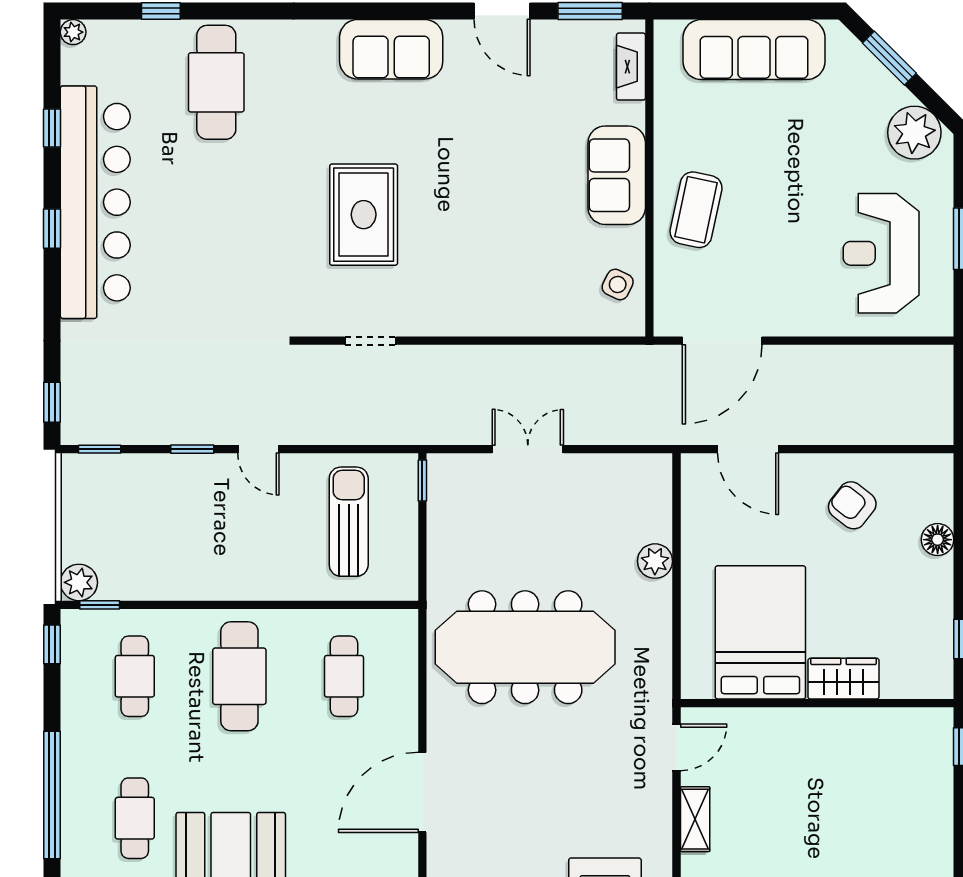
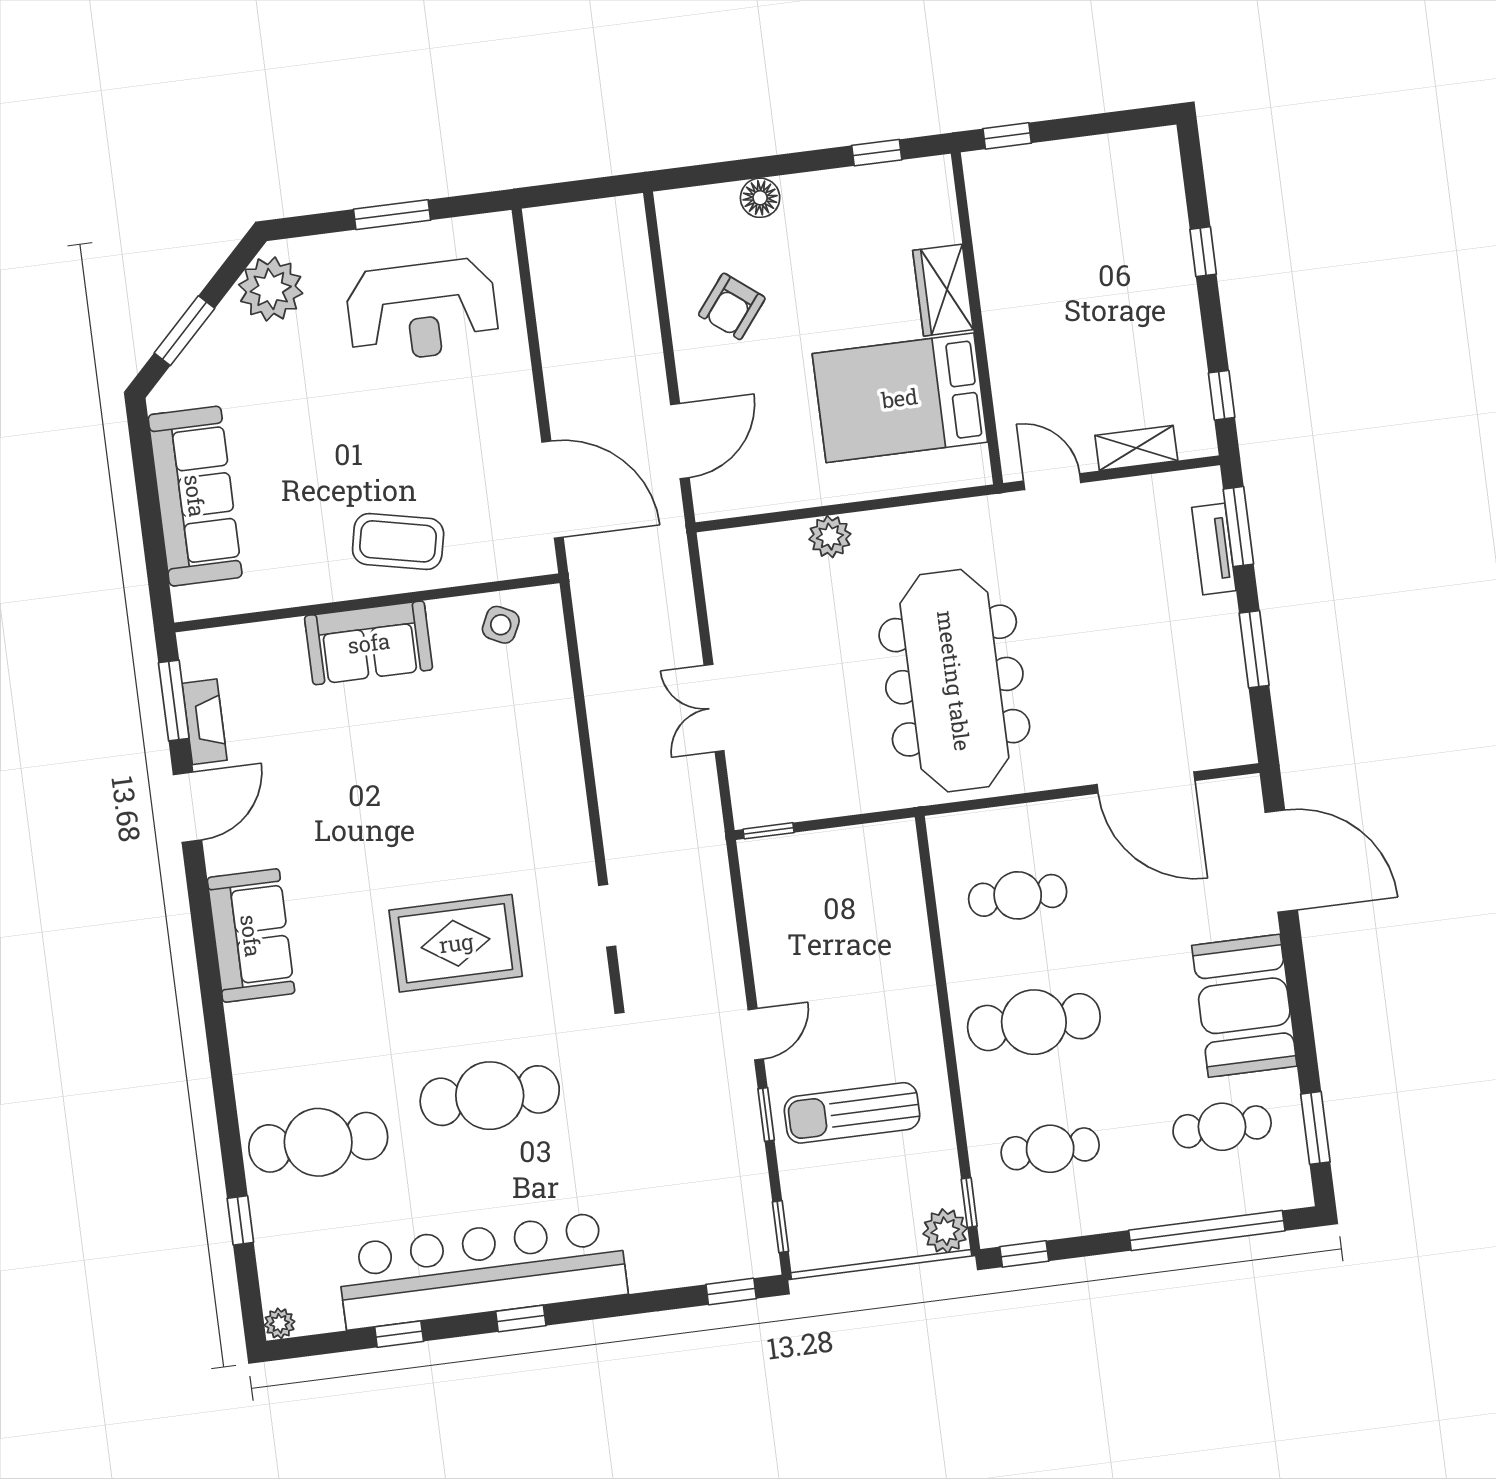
fireplace: (631, 67) -> (205, 722), moved, turned -90
cafe table: (236, 227) -> (490, 1096), added
sun lounger: (349, 522) -> (852, 1113), moved

